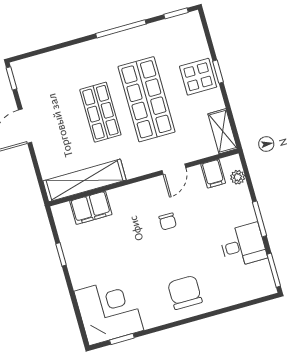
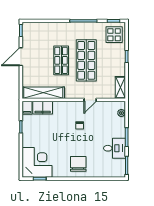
display table: (198, 77) -> (114, 35), moved
filing cabinet: (213, 174) -> (27, 108), moved

